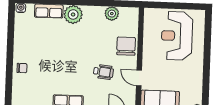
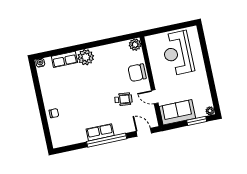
plant: (112, 14) -> (135, 45), moved
chair: (126, 46) -> (137, 73), turned -90

